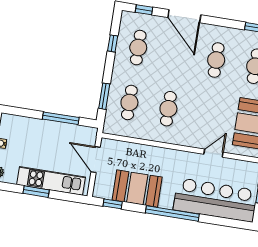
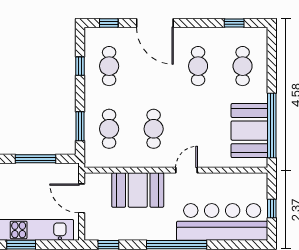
door: (214, 153) -> (187, 170), moved
booth: (137, 189) -> (138, 190), moved

